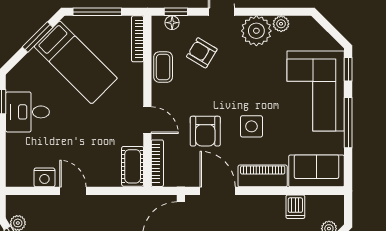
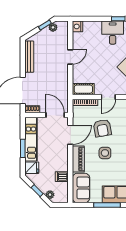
armchair: (205, 131) -> (102, 128), turned -100
nightstand: (44, 177) -> (77, 26), moved

